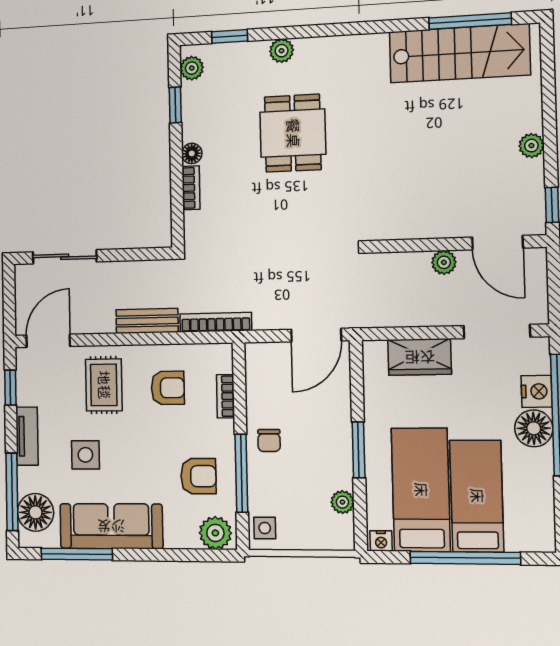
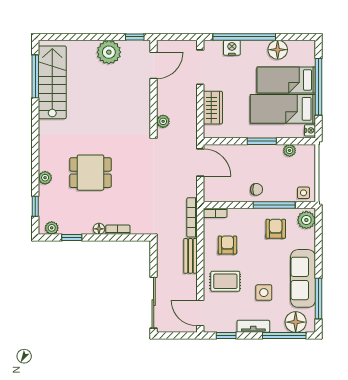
plant: (531, 146) -> (109, 52), width x1.88, depth x1.88
sliding door: (65, 257) -> (154, 303), width x1.37
plant: (444, 262) -> (163, 121), moved
bookcase: (226, 396) -> (215, 213), moved
floor lamp: (534, 428) -> (278, 50), moved

